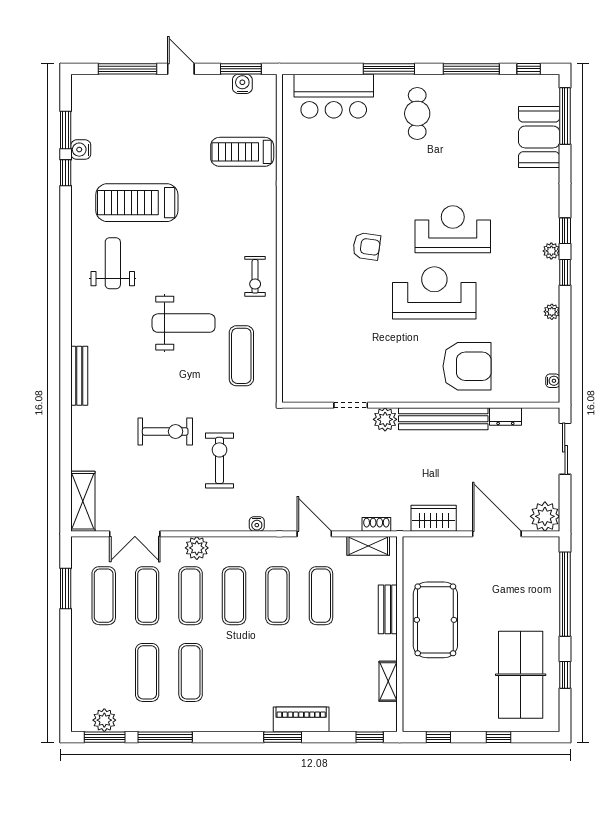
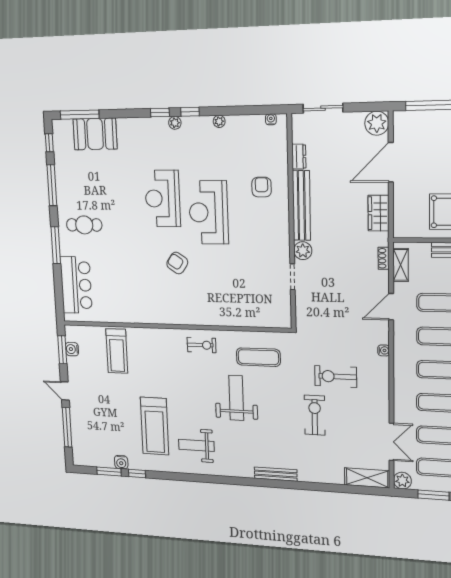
door: (181, 69) -> (65, 391), hinge flipped
armchair: (367, 246) -> (177, 263), turned -64
armchair: (467, 366) -> (262, 187), width x0.53, depth x0.53
plant: (197, 548) -> (402, 481), moved

